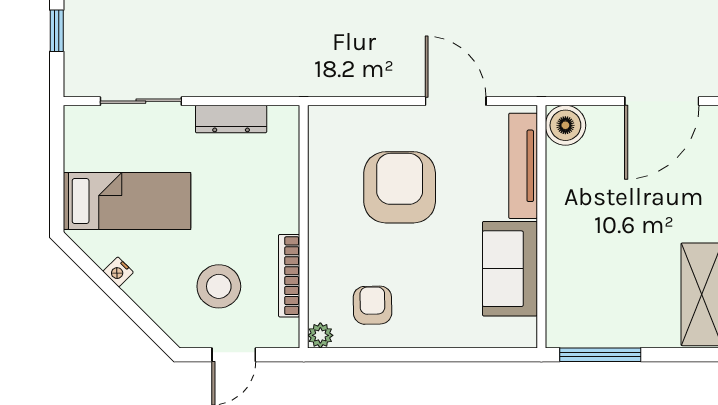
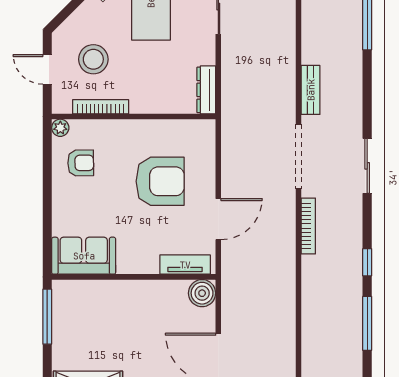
dresser: (231, 119) -> (206, 90), moved
tv unit: (523, 166) -> (185, 265), width x0.71
sofa: (510, 269) -> (84, 256), moved

